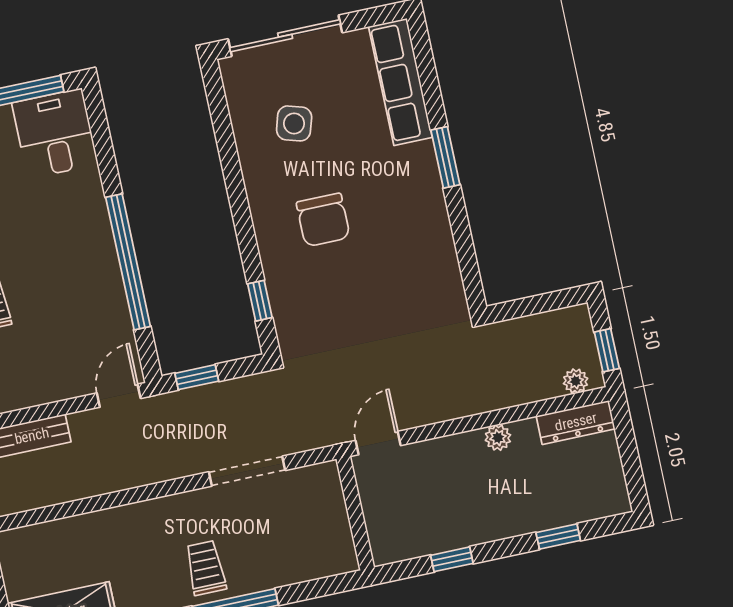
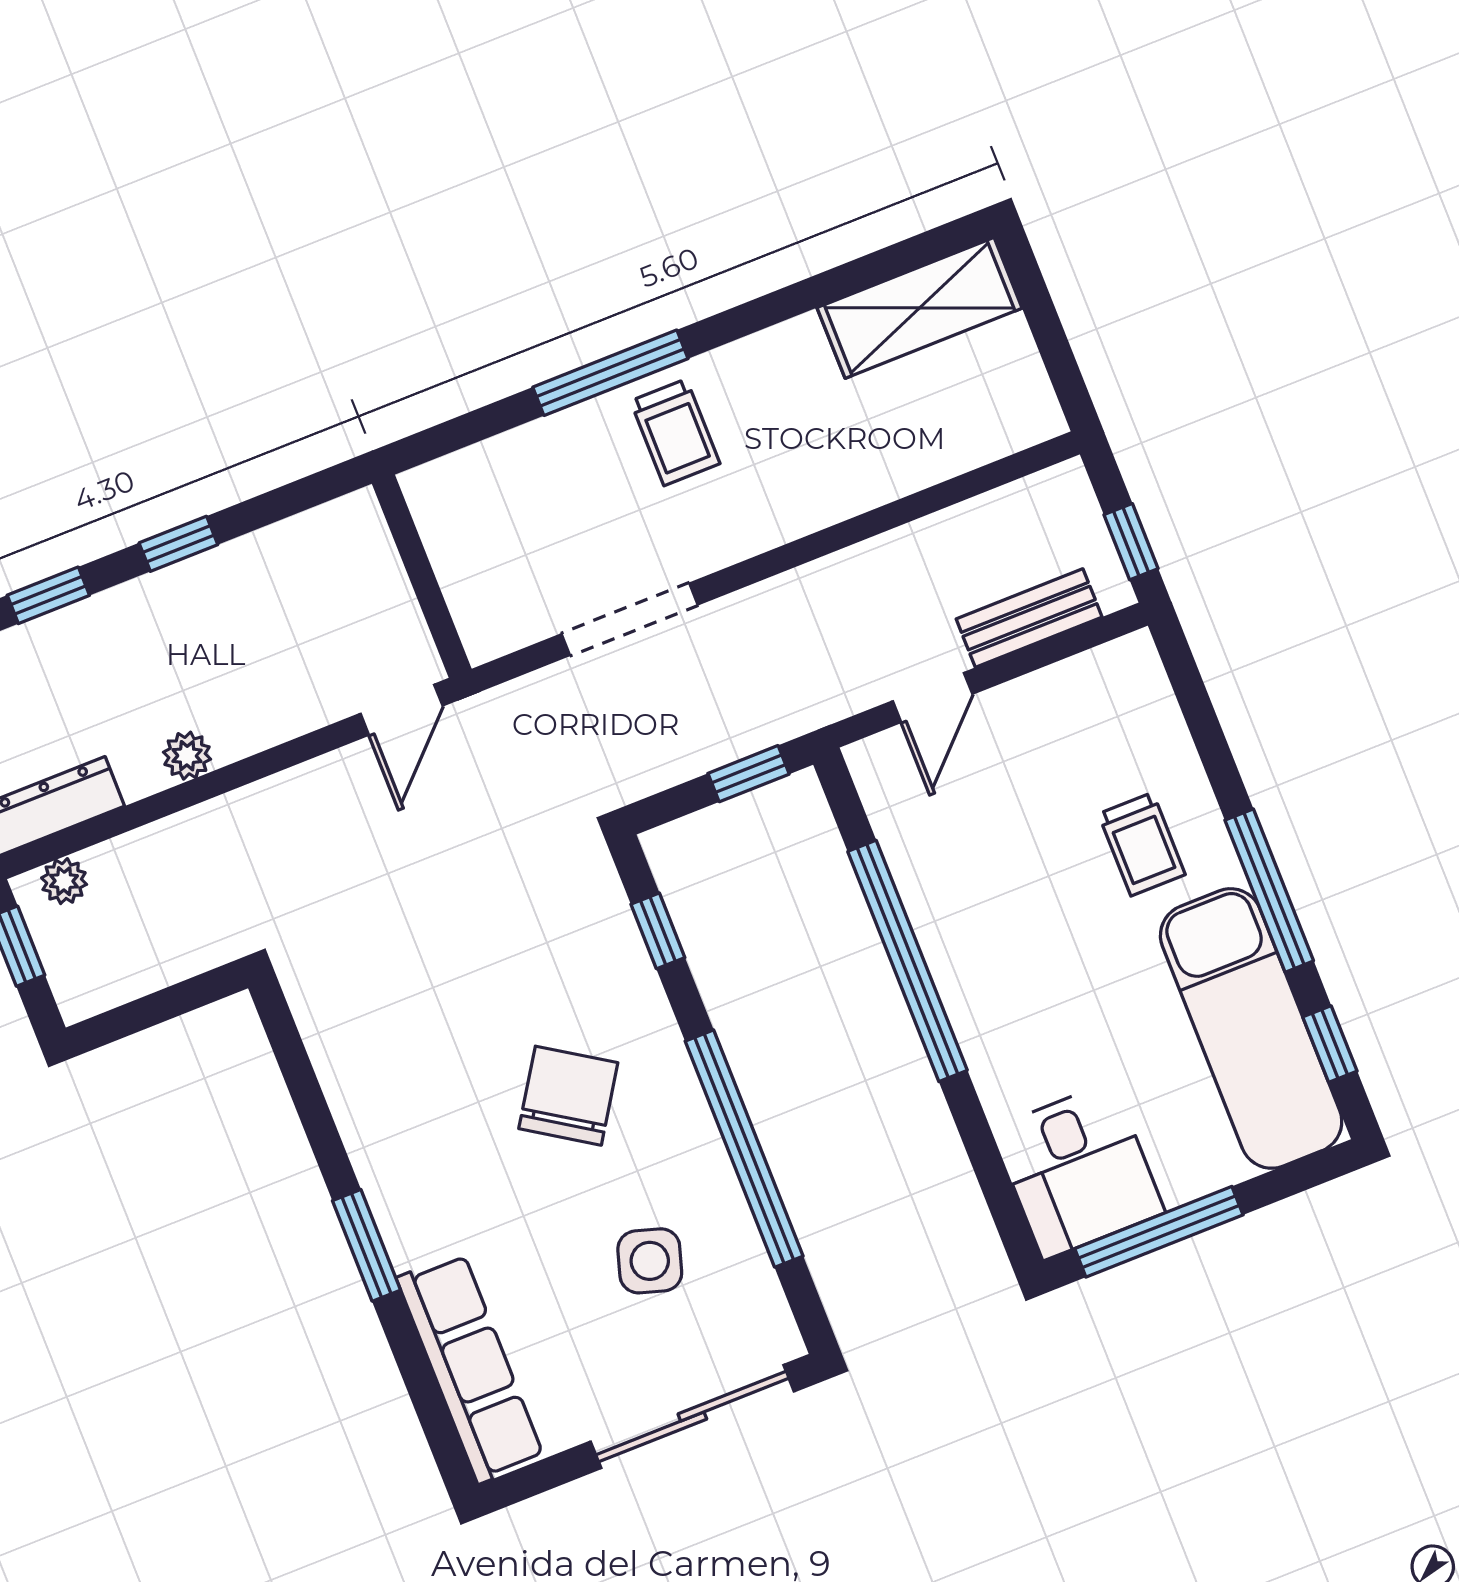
window: (233, 176) -> (744, 1149), added
chair: (323, 220) -> (568, 1096), turned 33
door: (119, 396) -> (933, 698), moved
window: (452, 559) -> (178, 544), moved

